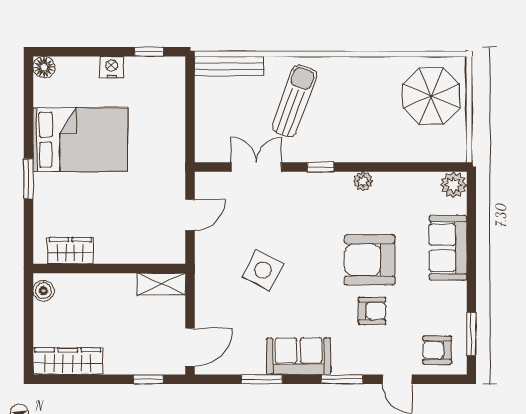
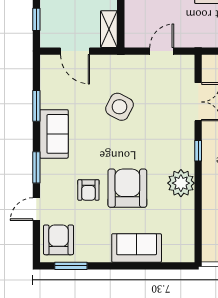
plant: (363, 181) -> (181, 183), width x1.87, depth x1.87
plant: (454, 185) -> (185, 252), removed
door: (190, 215) -> (162, 51), swing flipped
door: (190, 347) -> (75, 51), moved
armchair: (437, 350) -> (59, 240), width x1.38, depth x1.38

